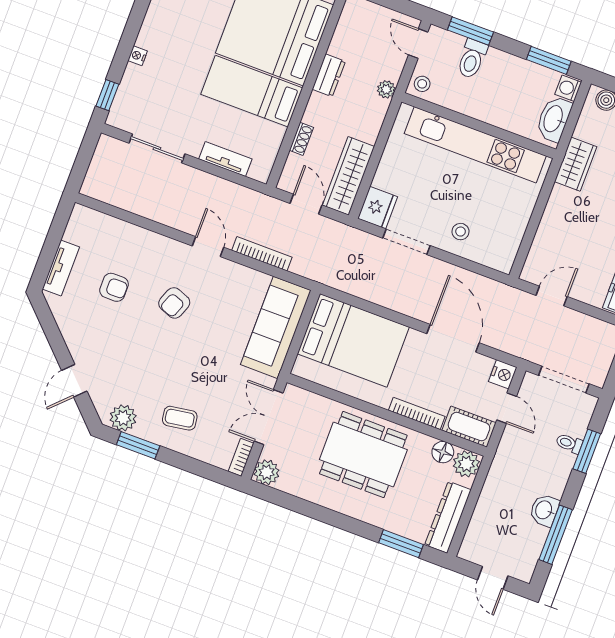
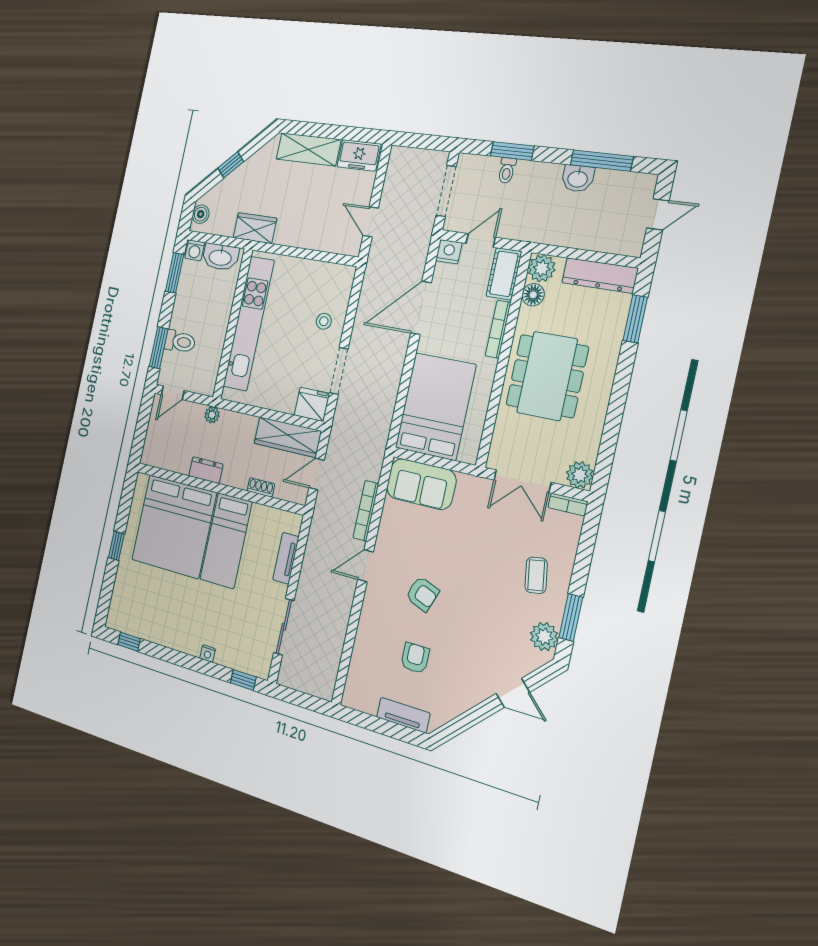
stool: (422, 84) -> (204, 383), removed
sofa: (276, 327) -> (421, 484), width x0.73

